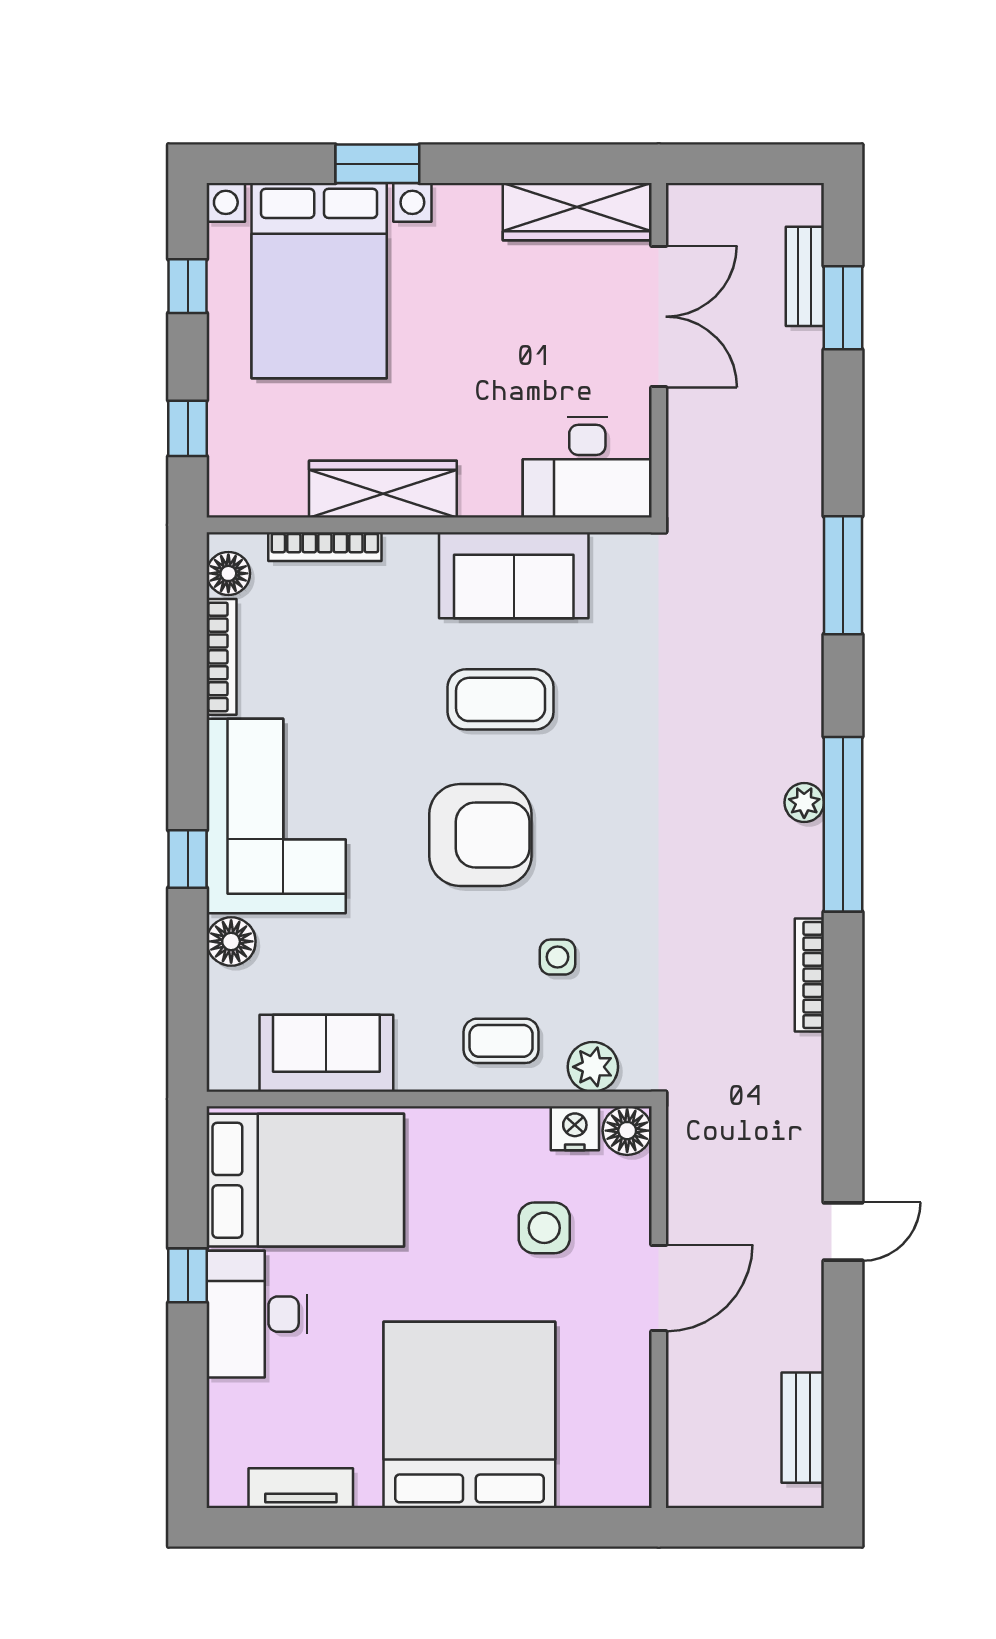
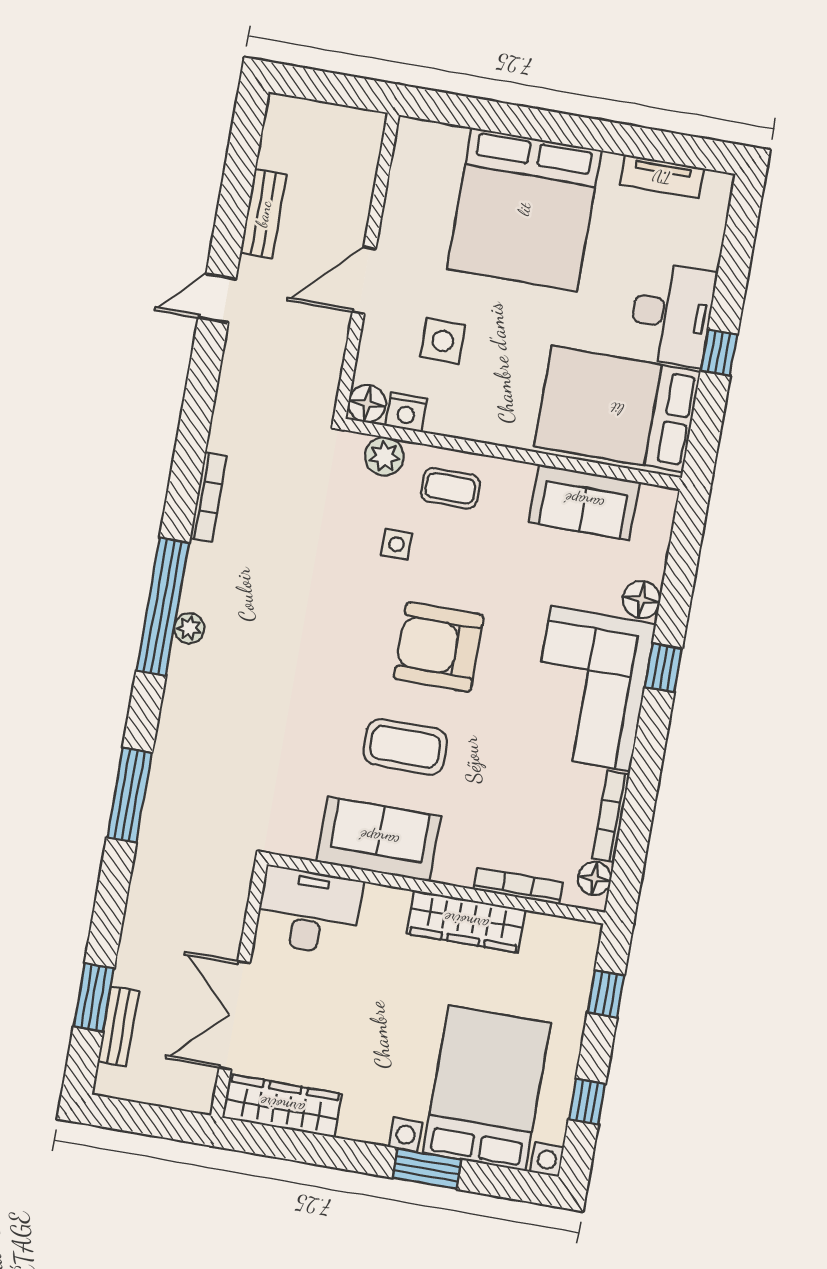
bench: (803, 1428) -> (263, 214), moved

